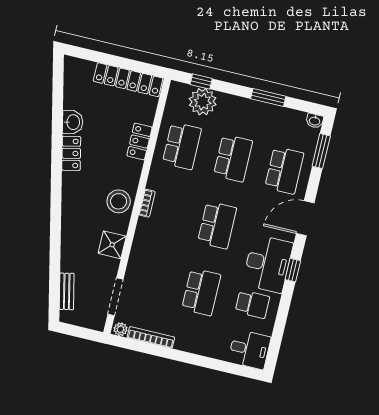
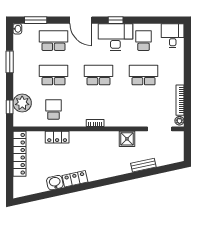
school desk: (182, 146) -> (53, 109), width x0.54
stool: (119, 201) -> (98, 141), removed
bench: (67, 291) -> (143, 165), moved

